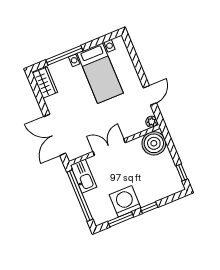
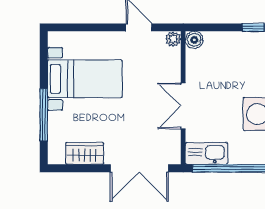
wardrobe: (45, 83) -> (85, 153), moved
boiler: (154, 143) -> (194, 40), width x0.54, depth x0.54

